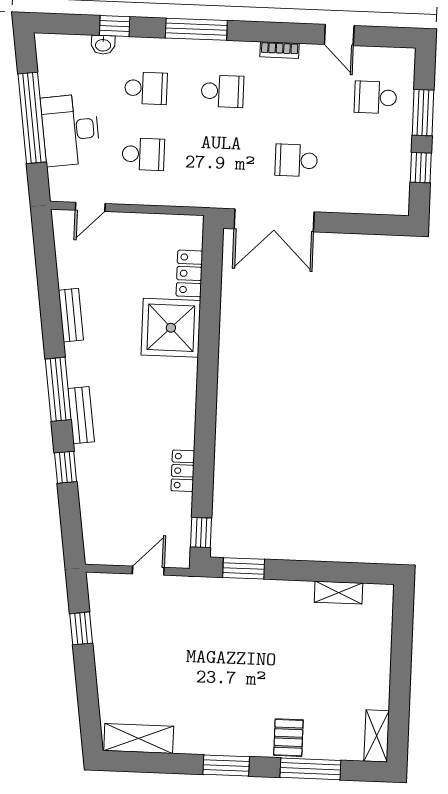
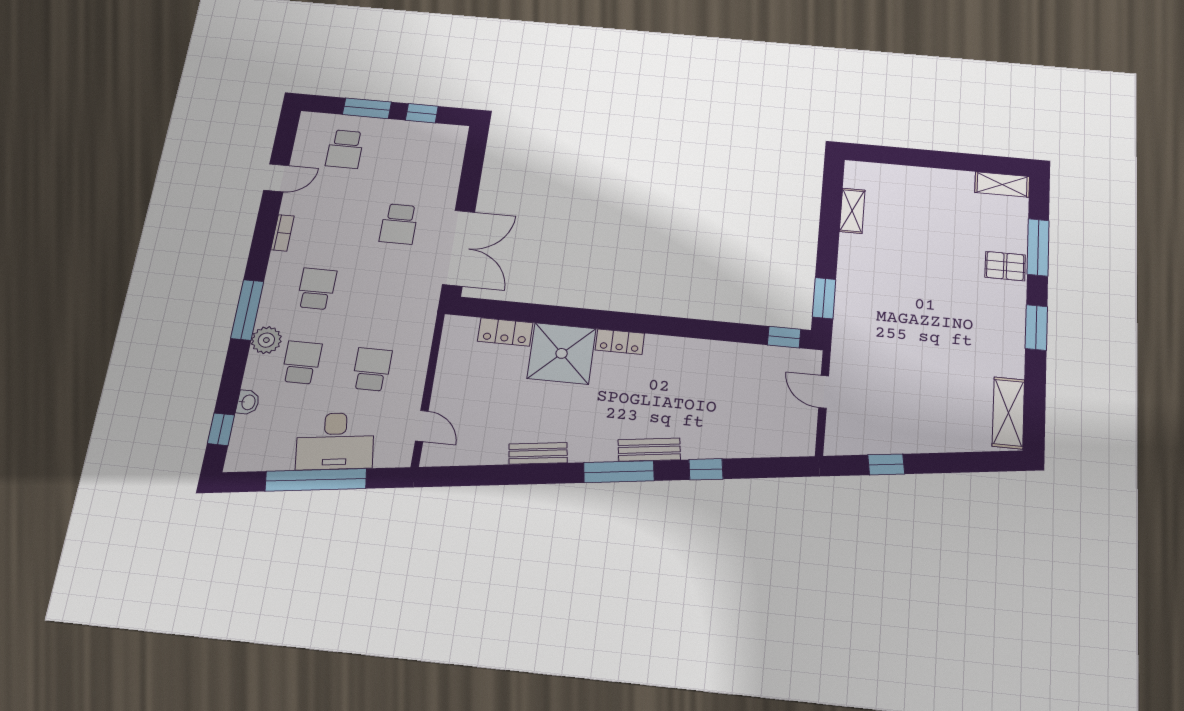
window: (115, 26) -> (221, 429), moved
plant: (166, 52) -> (266, 340), added
locker: (183, 471) -> (620, 342), moved

